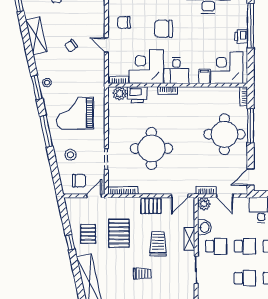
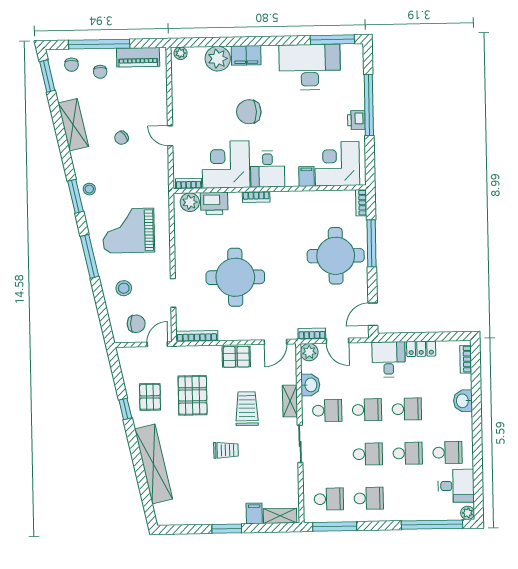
chair: (124, 22) -> (194, 104), removed

